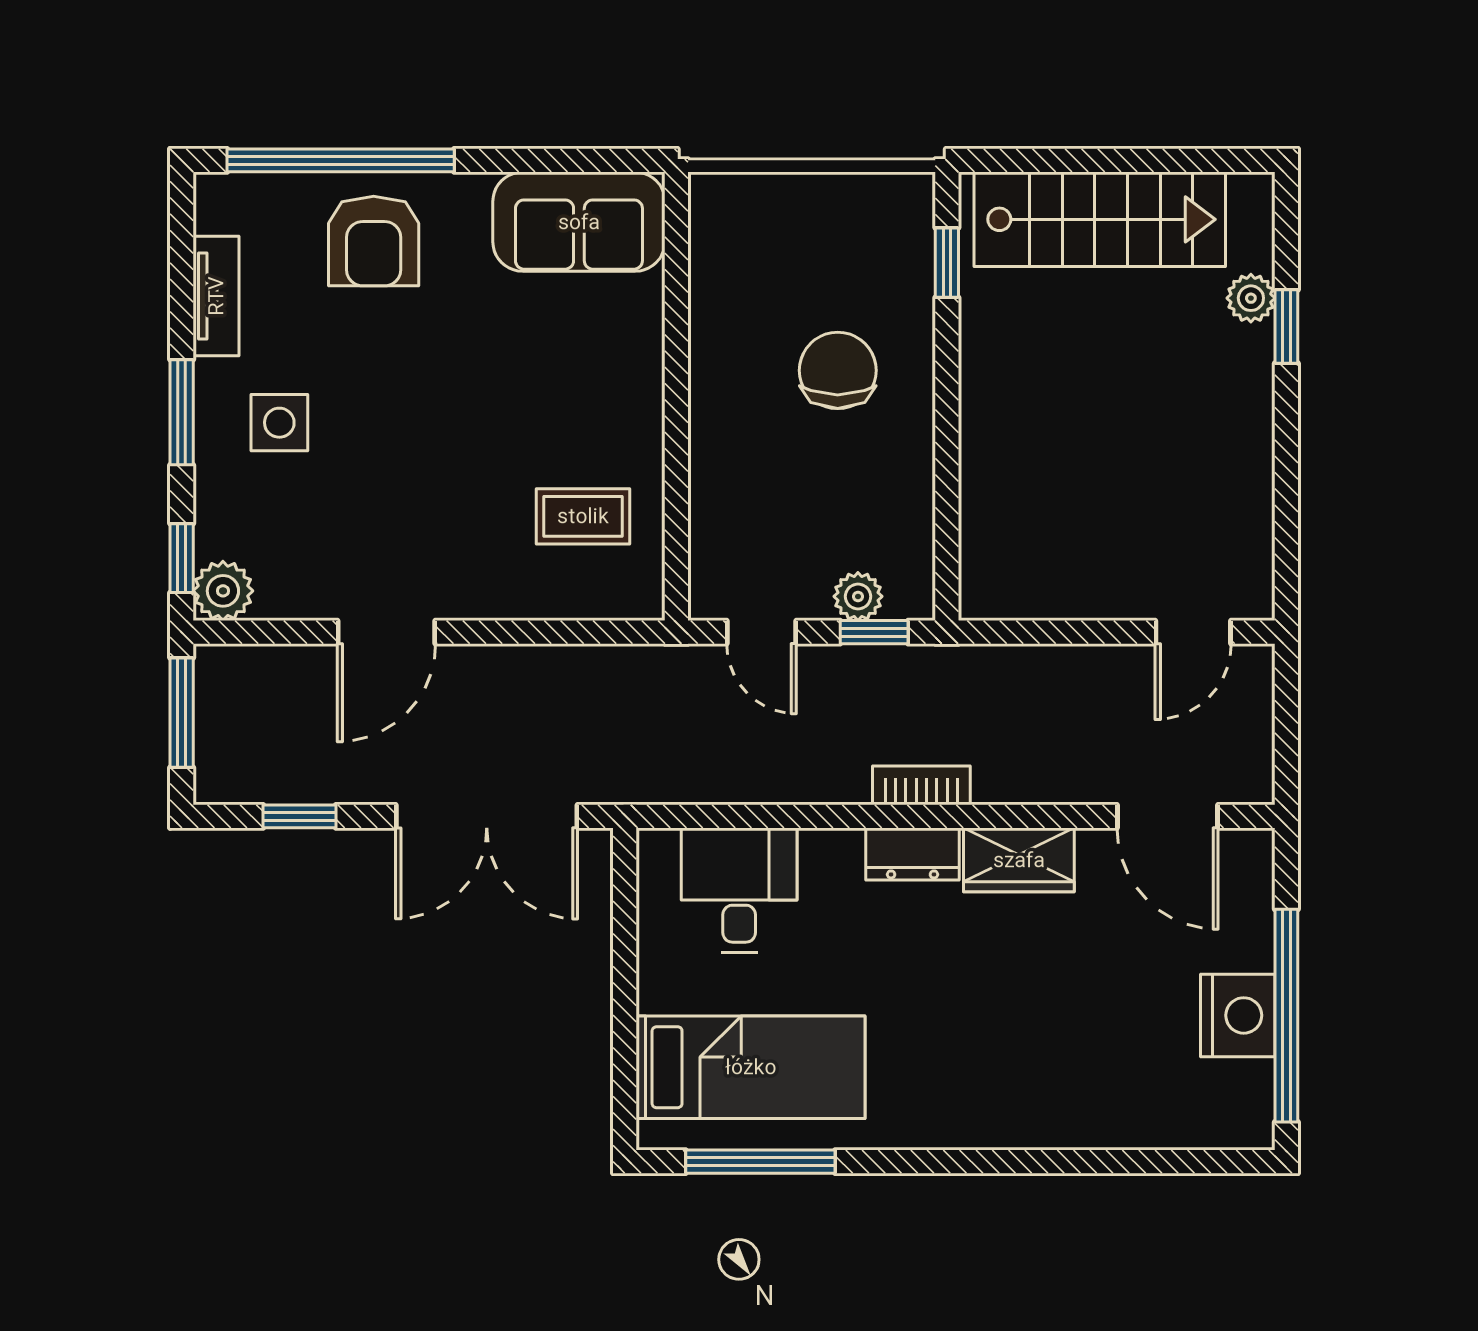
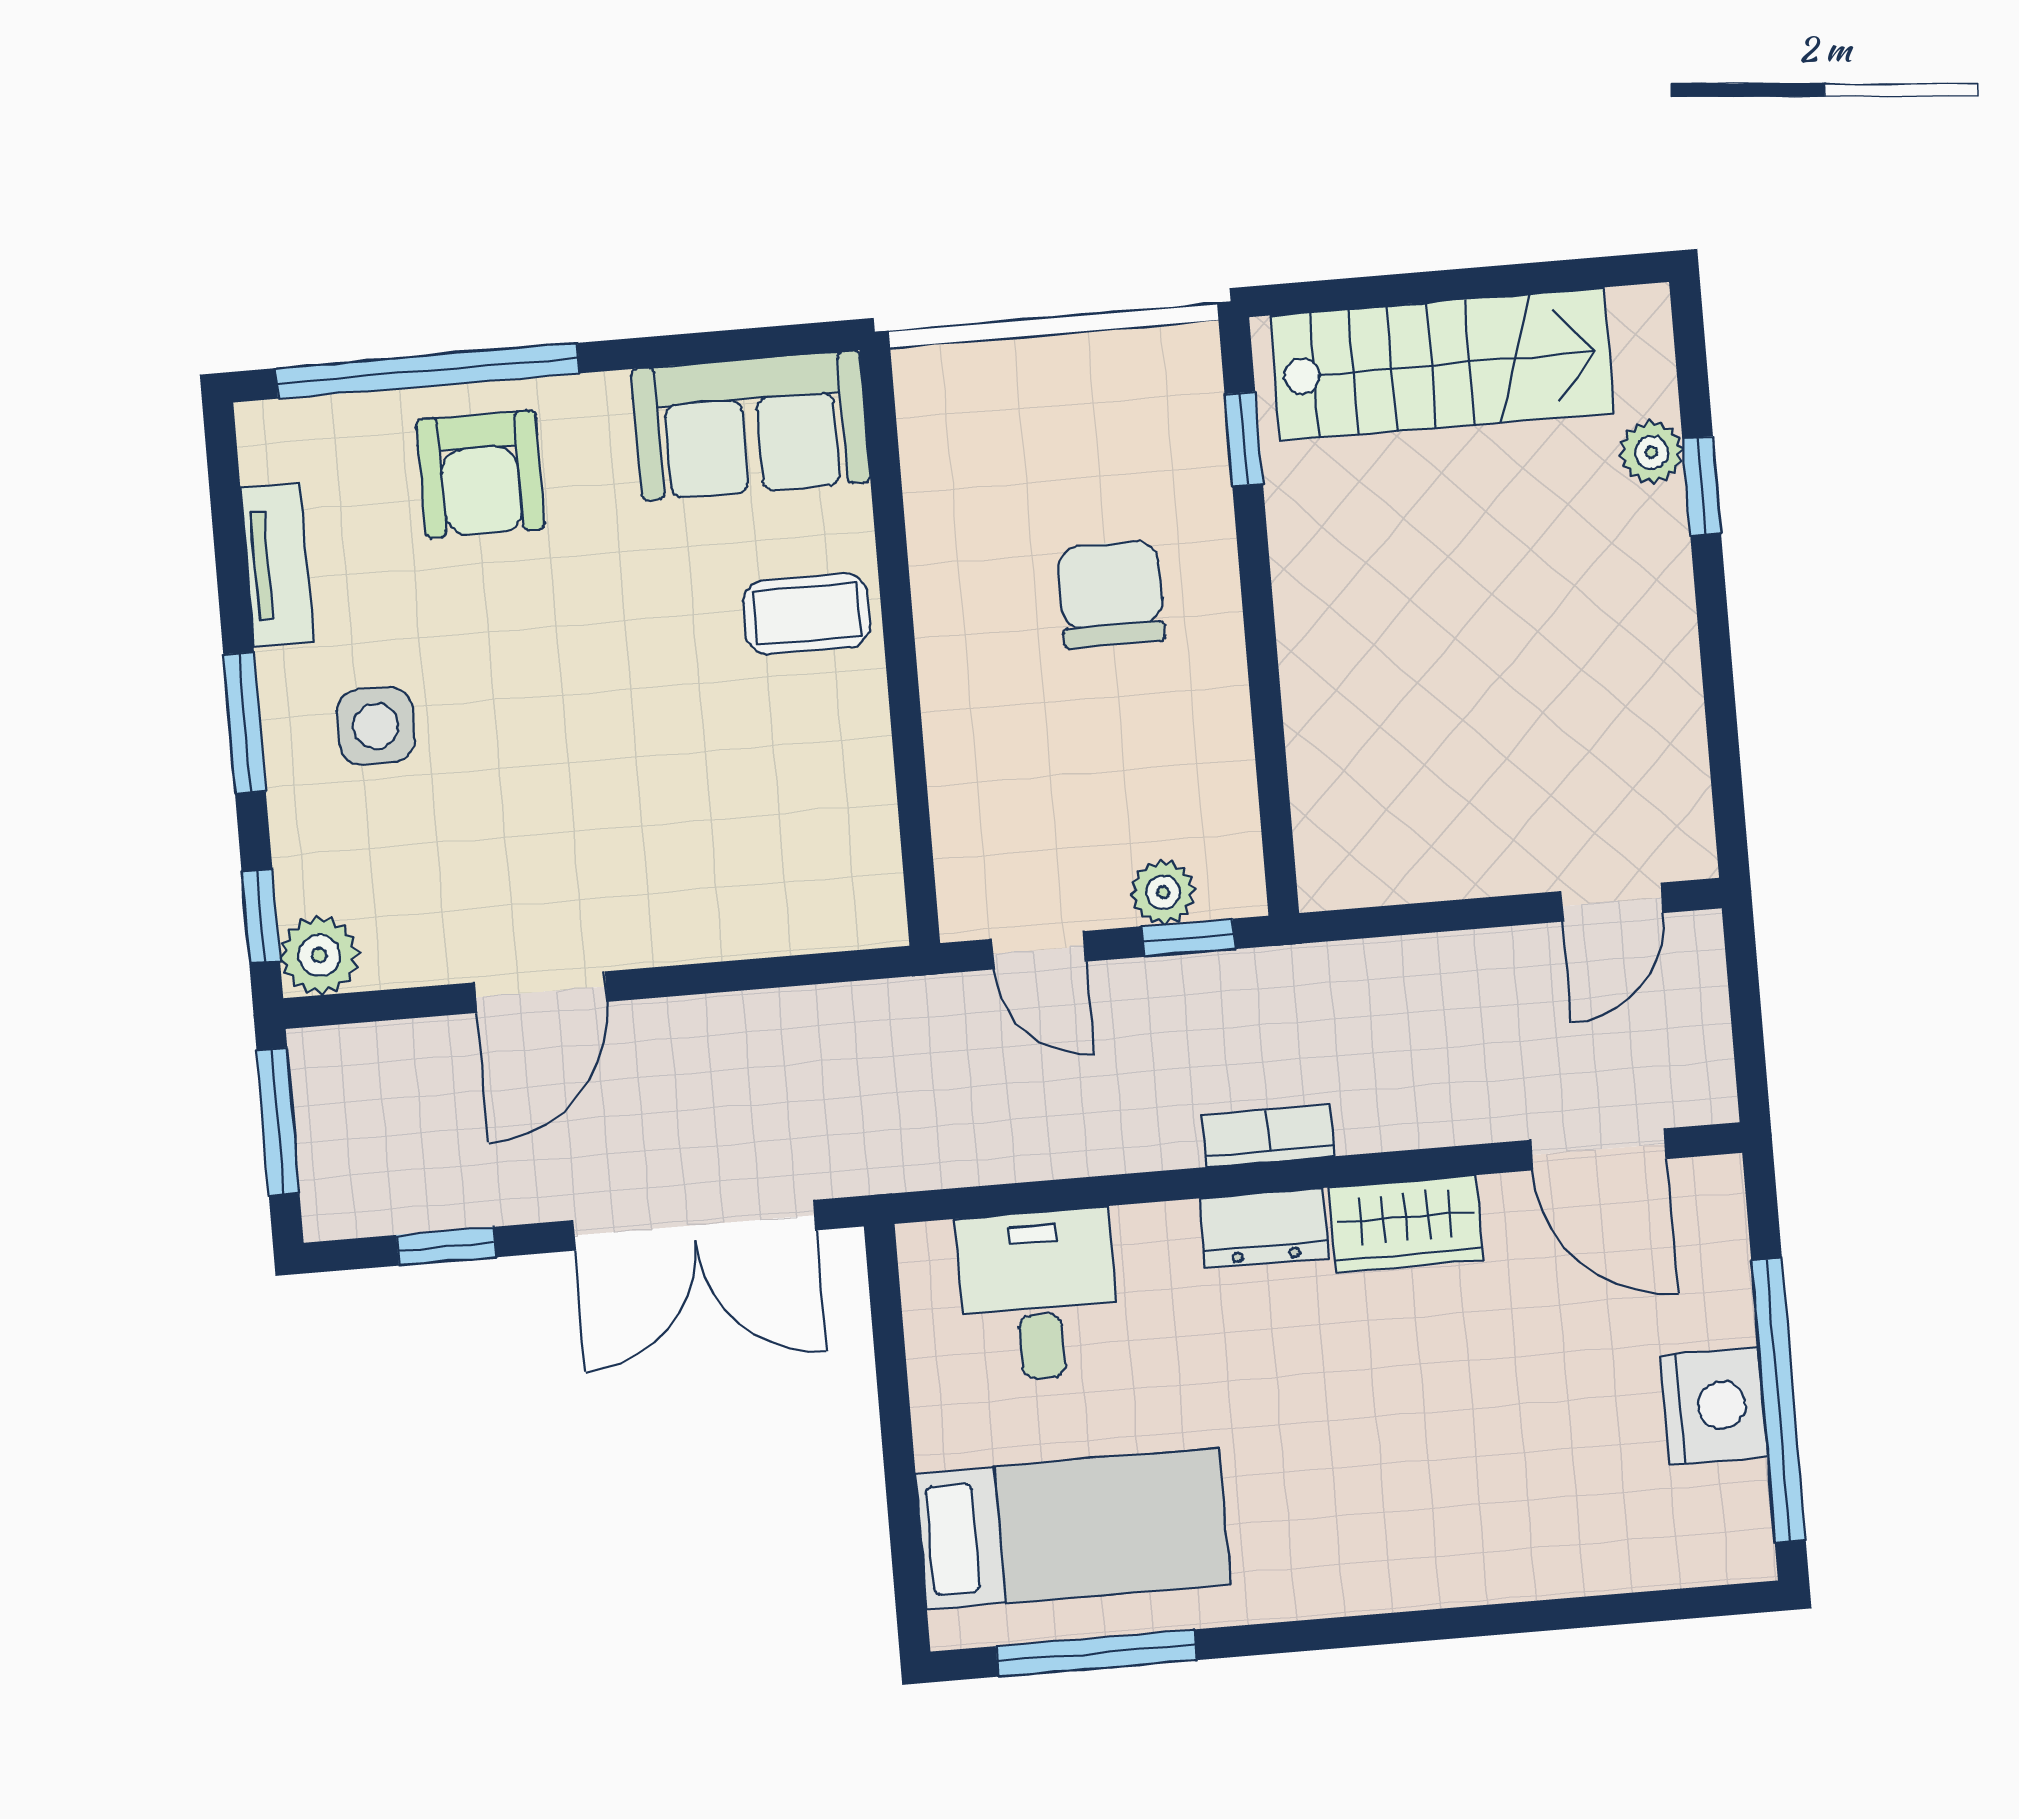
coffee table: (583, 516) -> (807, 614), moved

